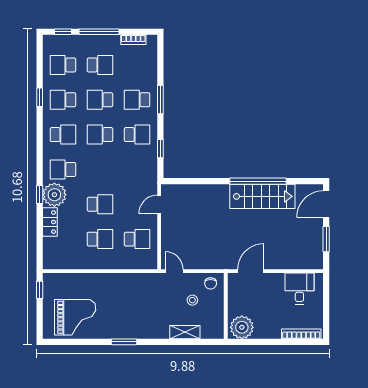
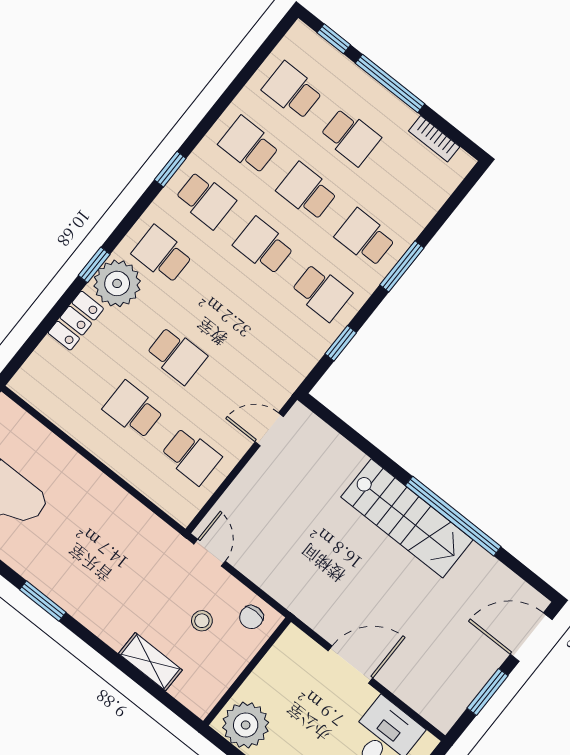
window: (40, 97) -> (170, 169), moved
stairs: (262, 196) -> (407, 518), moved
school desk: (100, 239) -> (133, 410), turned 180
door: (251, 271) -> (350, 665), moved

